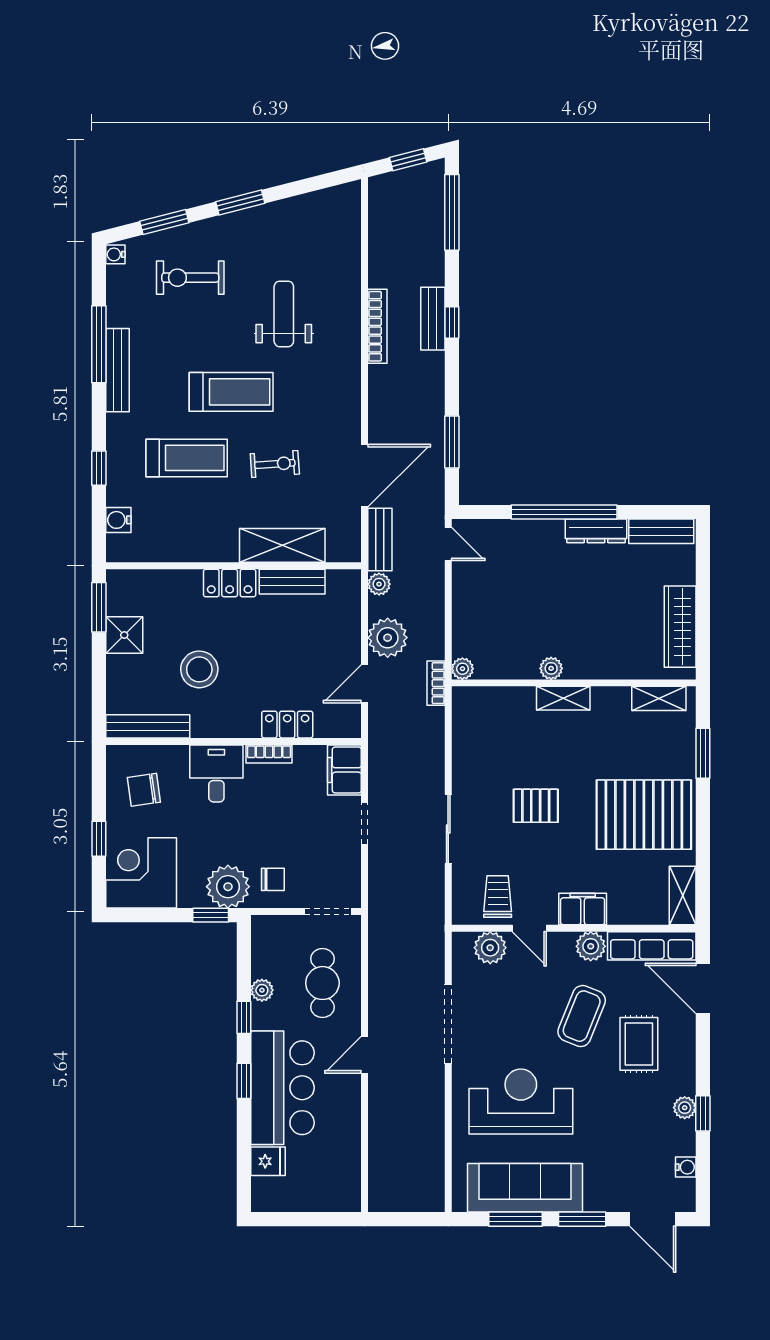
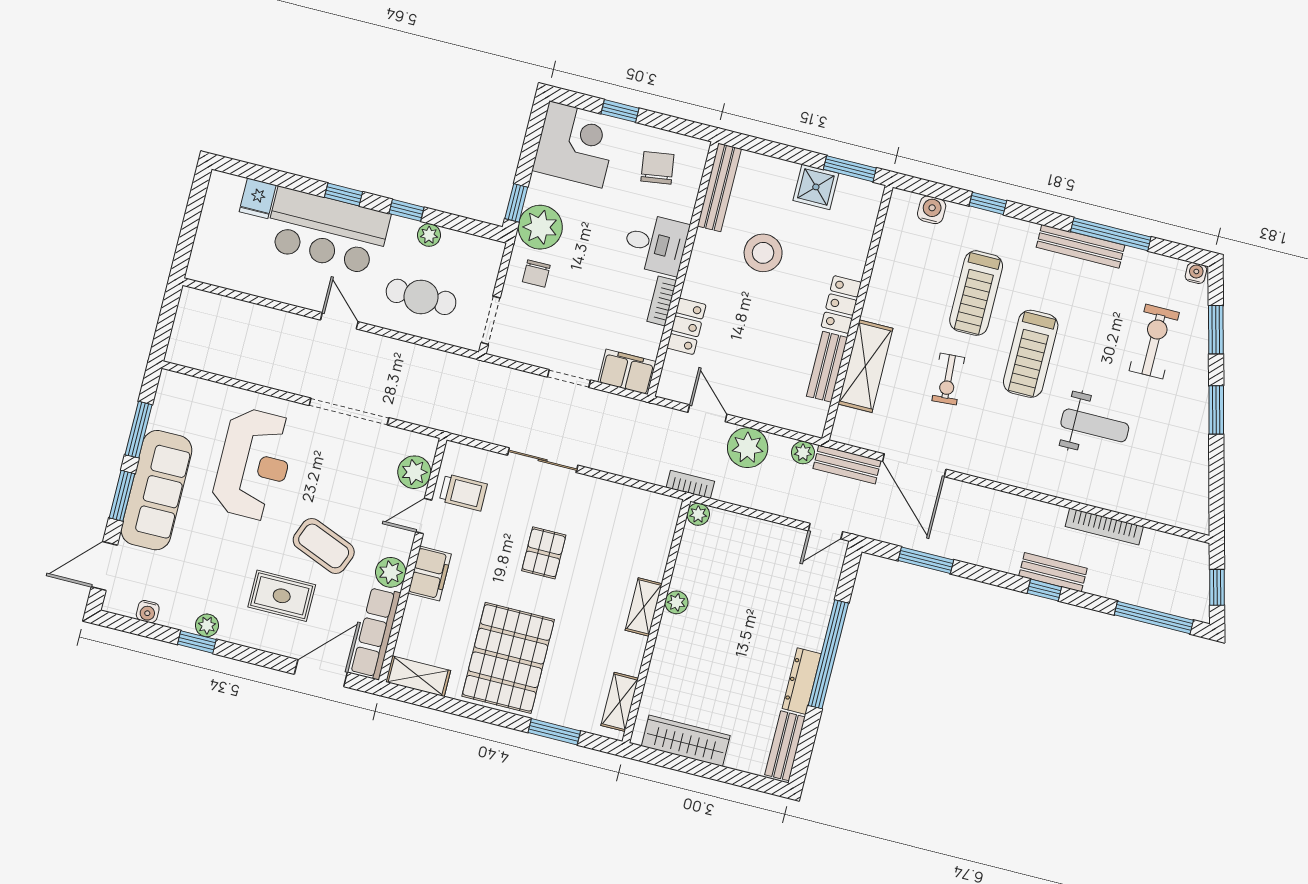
bookcase: (377, 326) -> (1104, 527), moved
sofa: (525, 1188) -> (156, 490), moved

